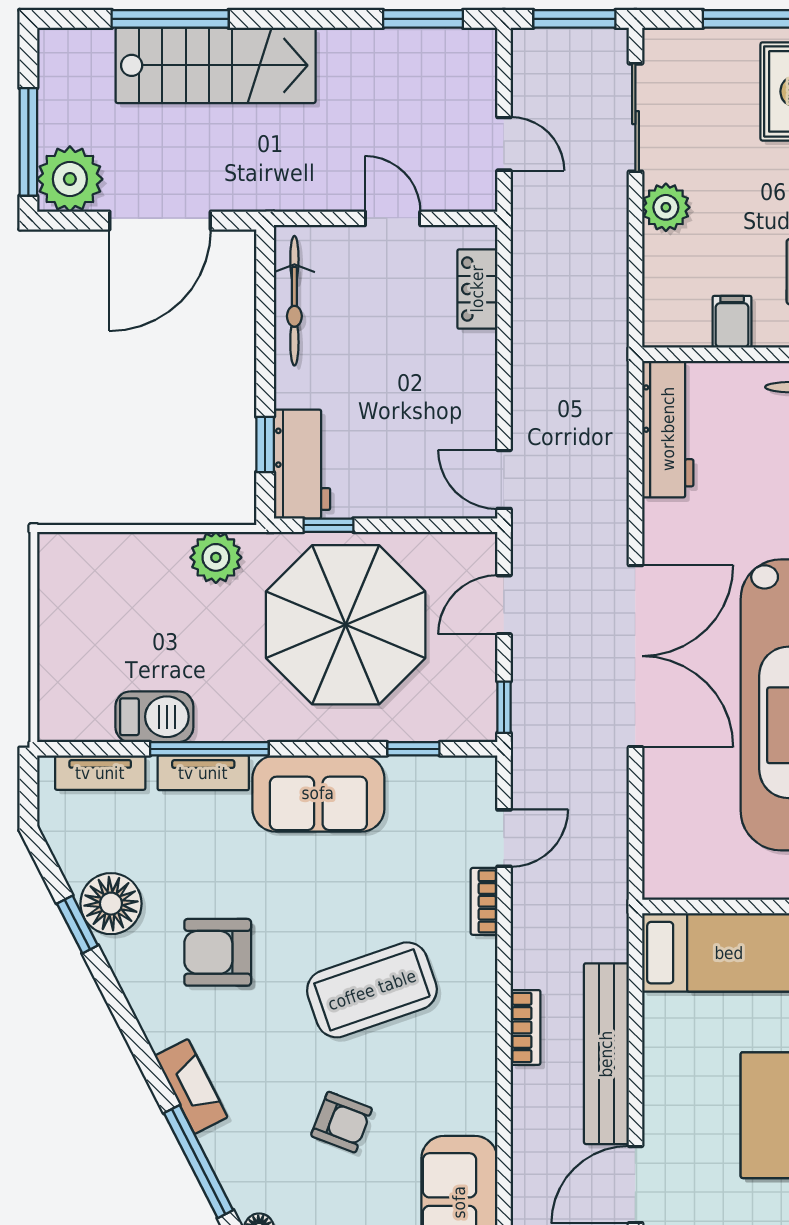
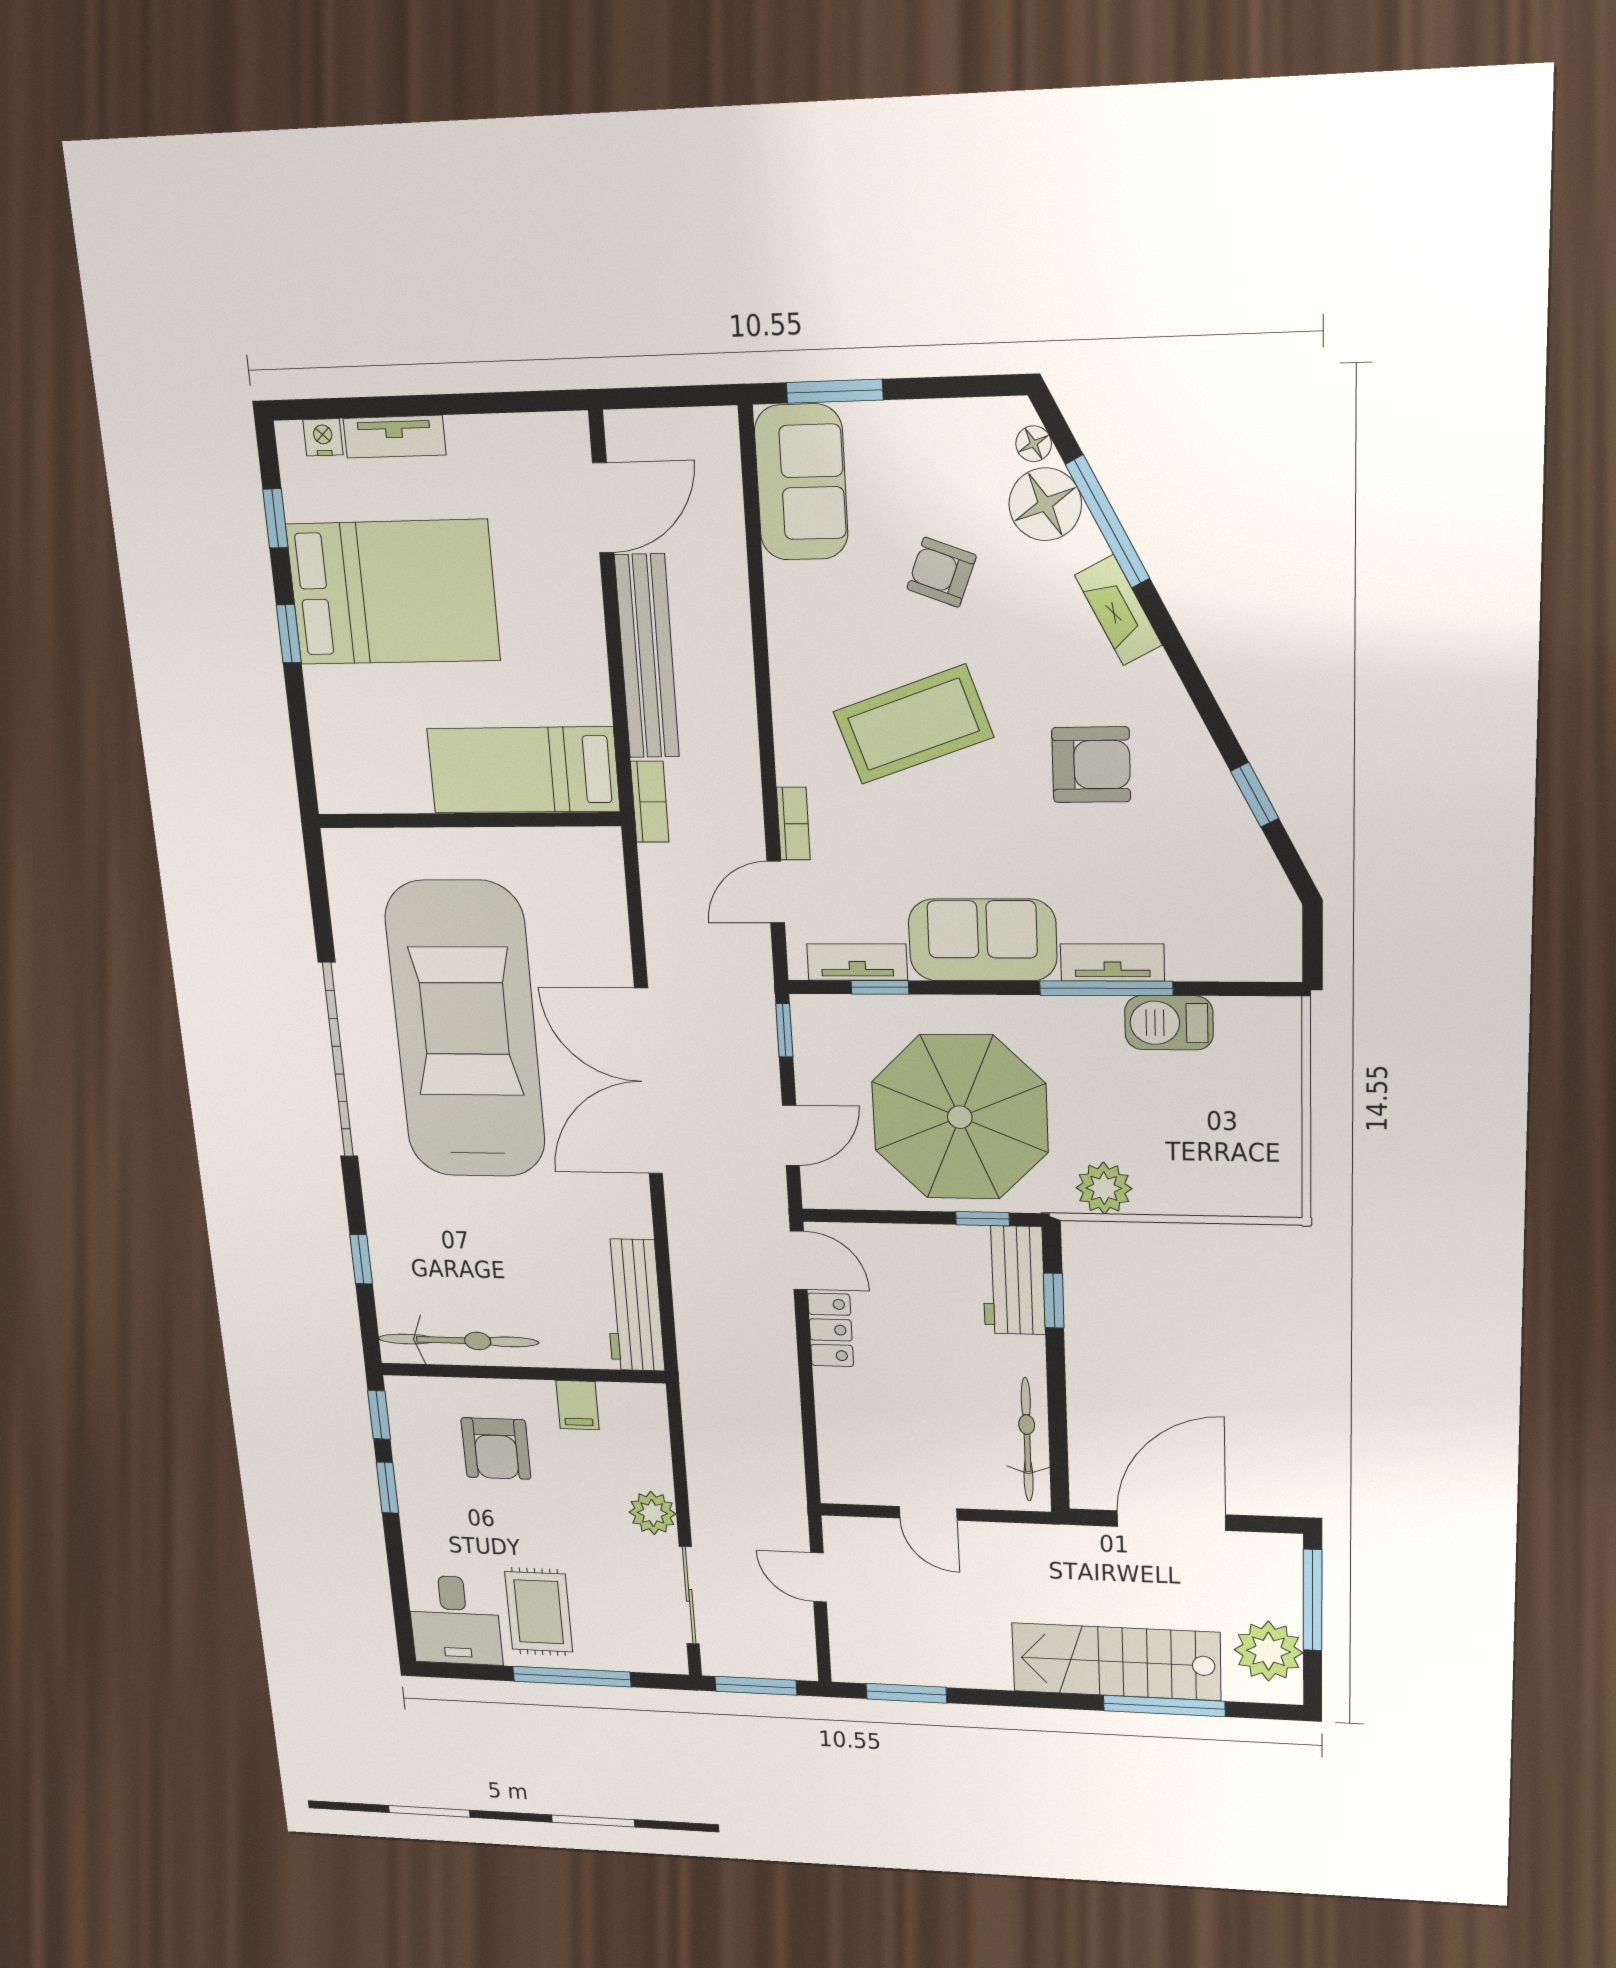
plant: (70, 179) -> (1268, 1651), moved
locker: (477, 289) -> (831, 1330), moved
tv unit: (100, 773) -> (857, 962), moved
floor lamp: (111, 904) -> (1045, 504), moved
bookcase: (525, 1027) -> (650, 802), moved, turned 180

